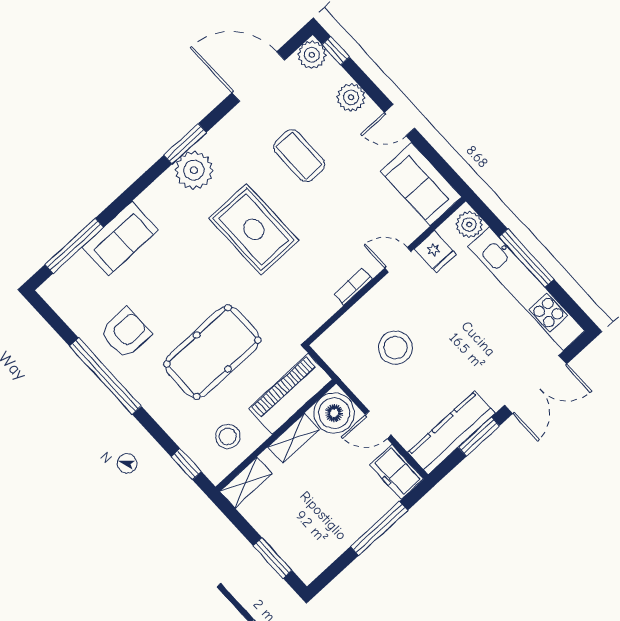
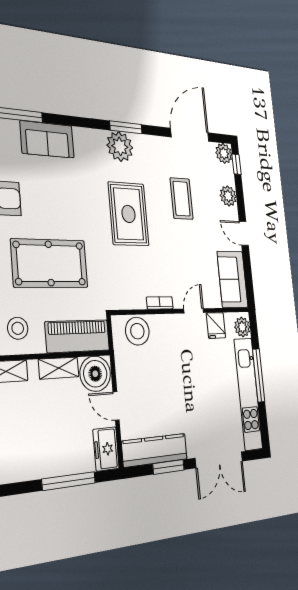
door: (258, 76) -> (190, 135), hinge flipped
door: (398, 260) -> (194, 311), hinge flipped
stool: (395, 348) -> (137, 331), moved

